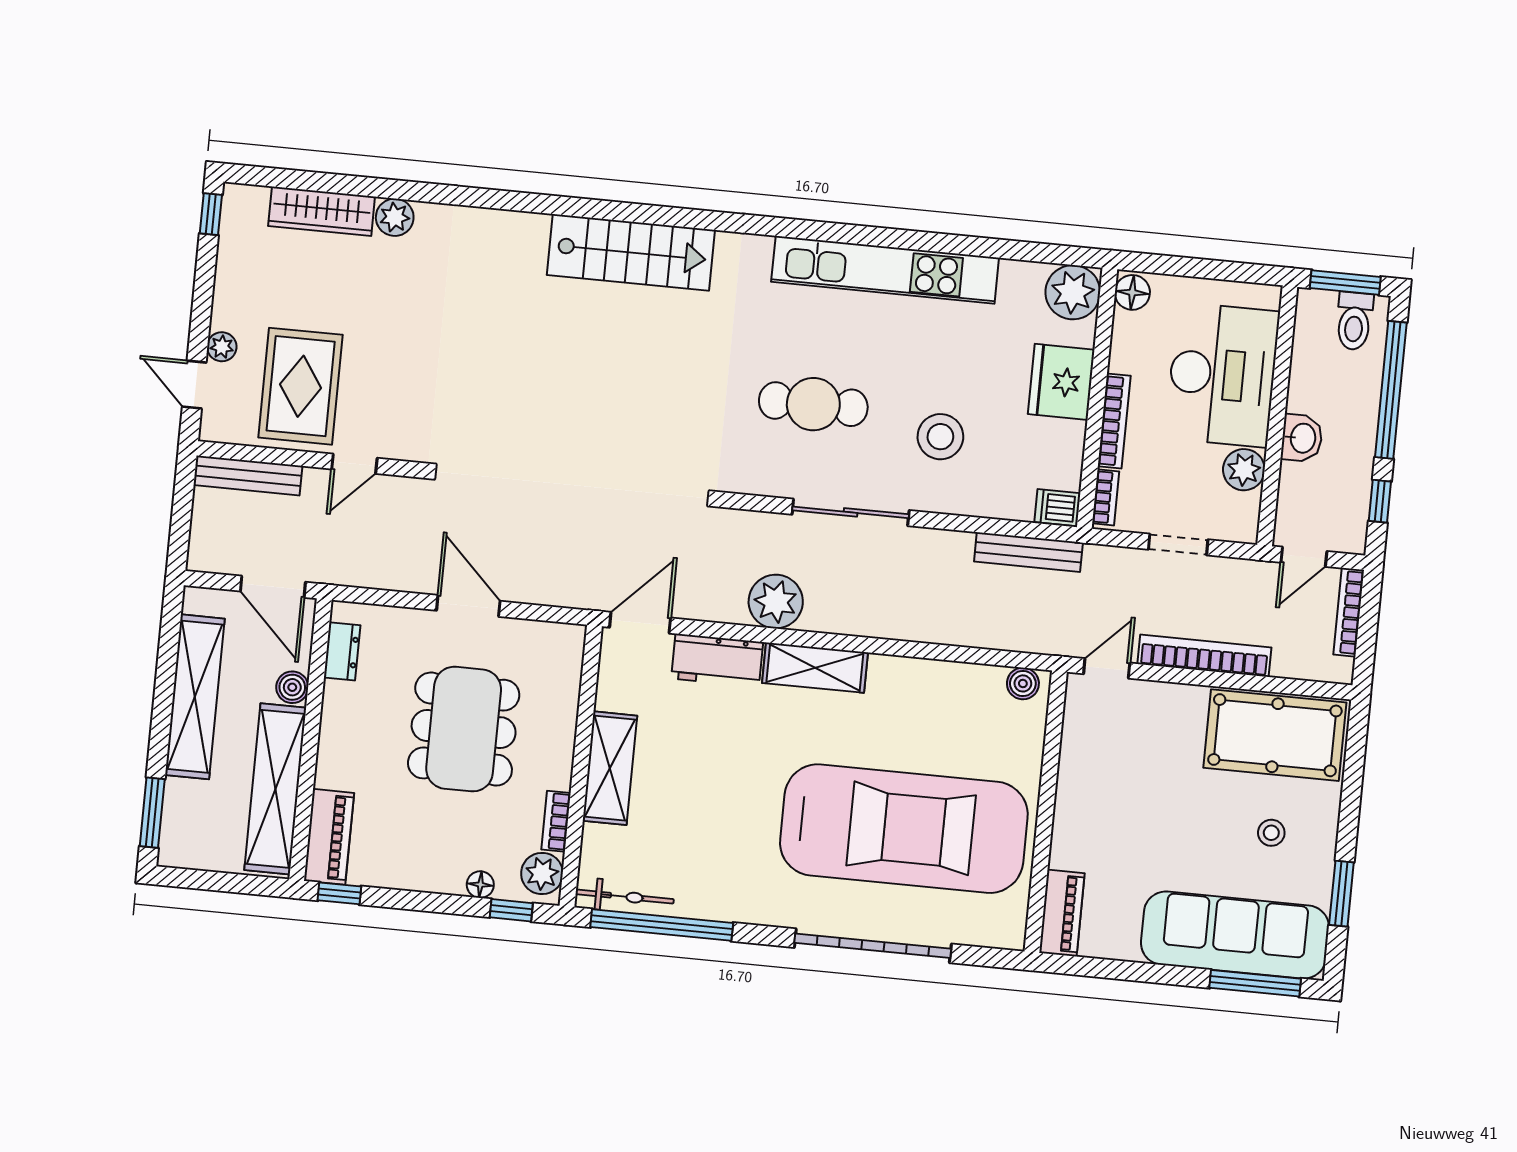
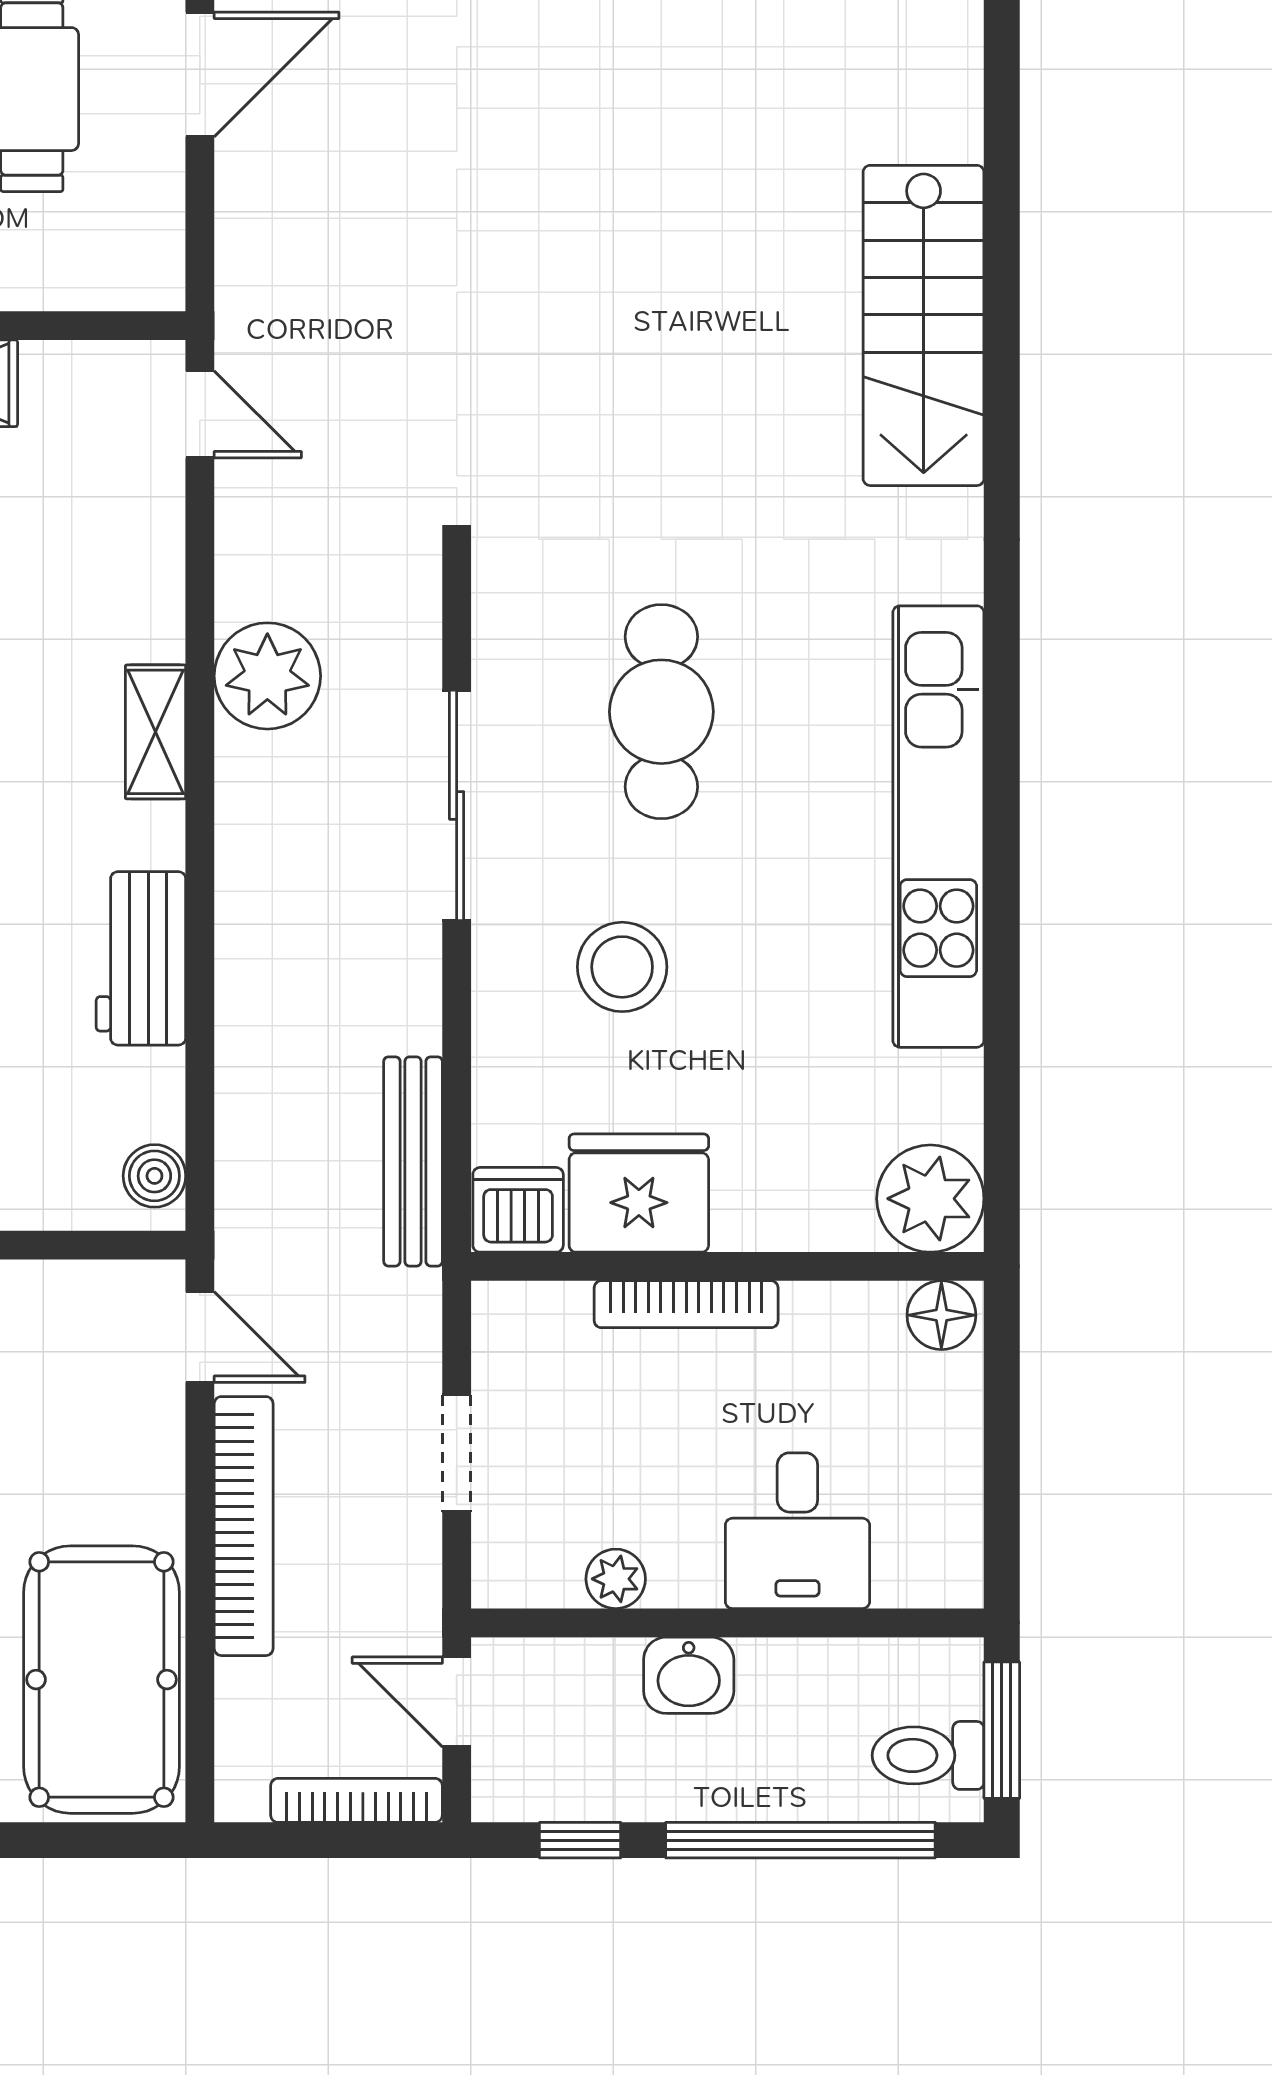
desk: (1222, 375) -> (797, 1531), width x0.53, depth x0.77
fridge: (1061, 382) -> (639, 1193), moved
plant: (1244, 470) -> (616, 1579), width x0.73, depth x0.73
bookcase: (1106, 497) -> (535, 1302), removed
dishwasher: (1057, 508) -> (518, 1210), width x1.38
door: (640, 623) -> (200, 414), width x0.73
workbench: (717, 660) -> (141, 958), moved
shelving: (815, 668) -> (156, 732), width x0.67, depth x0.75

